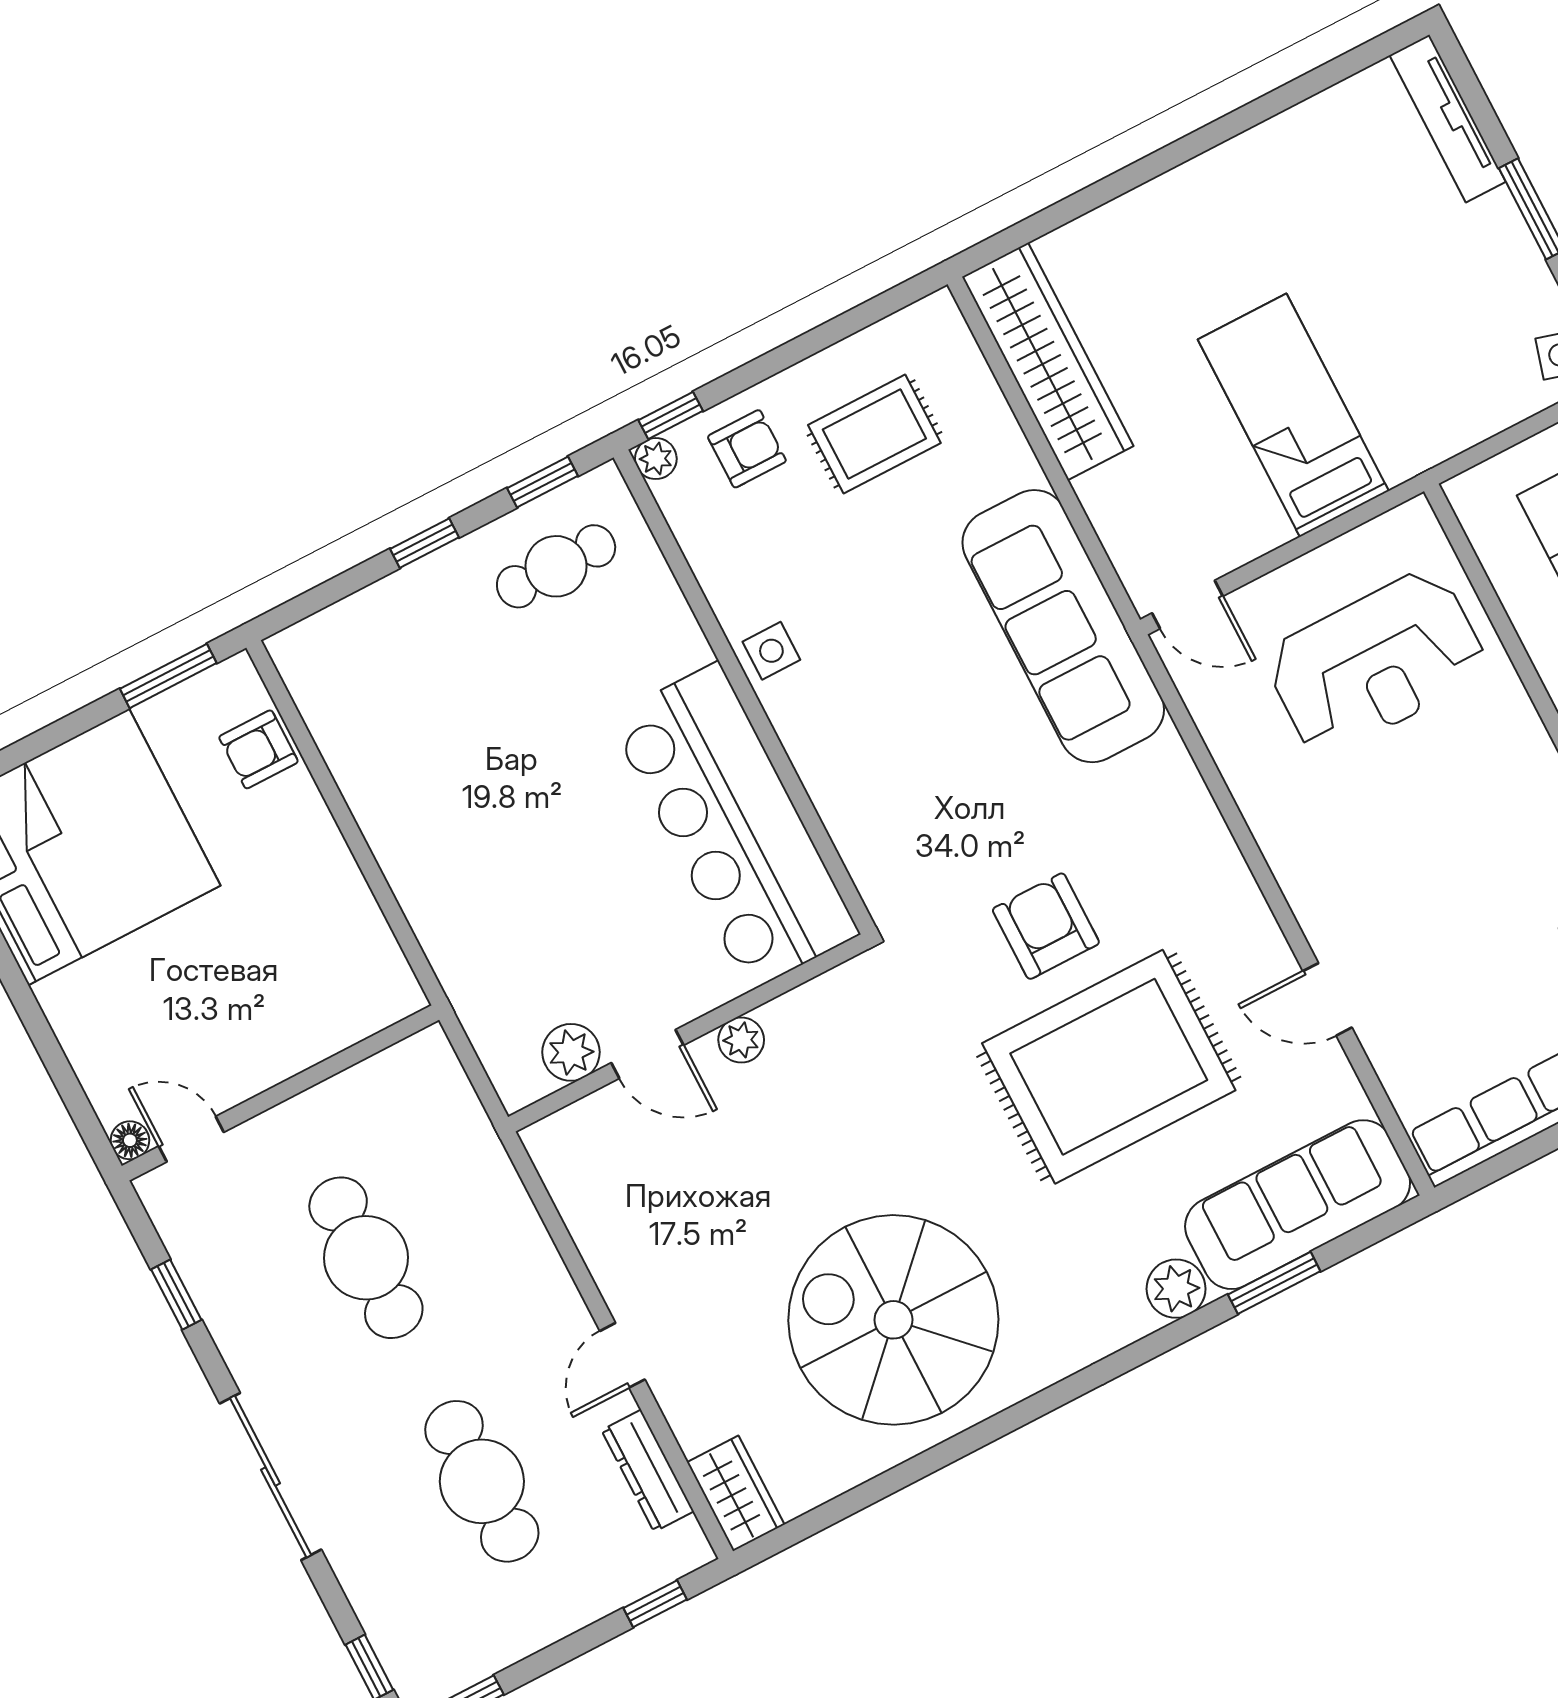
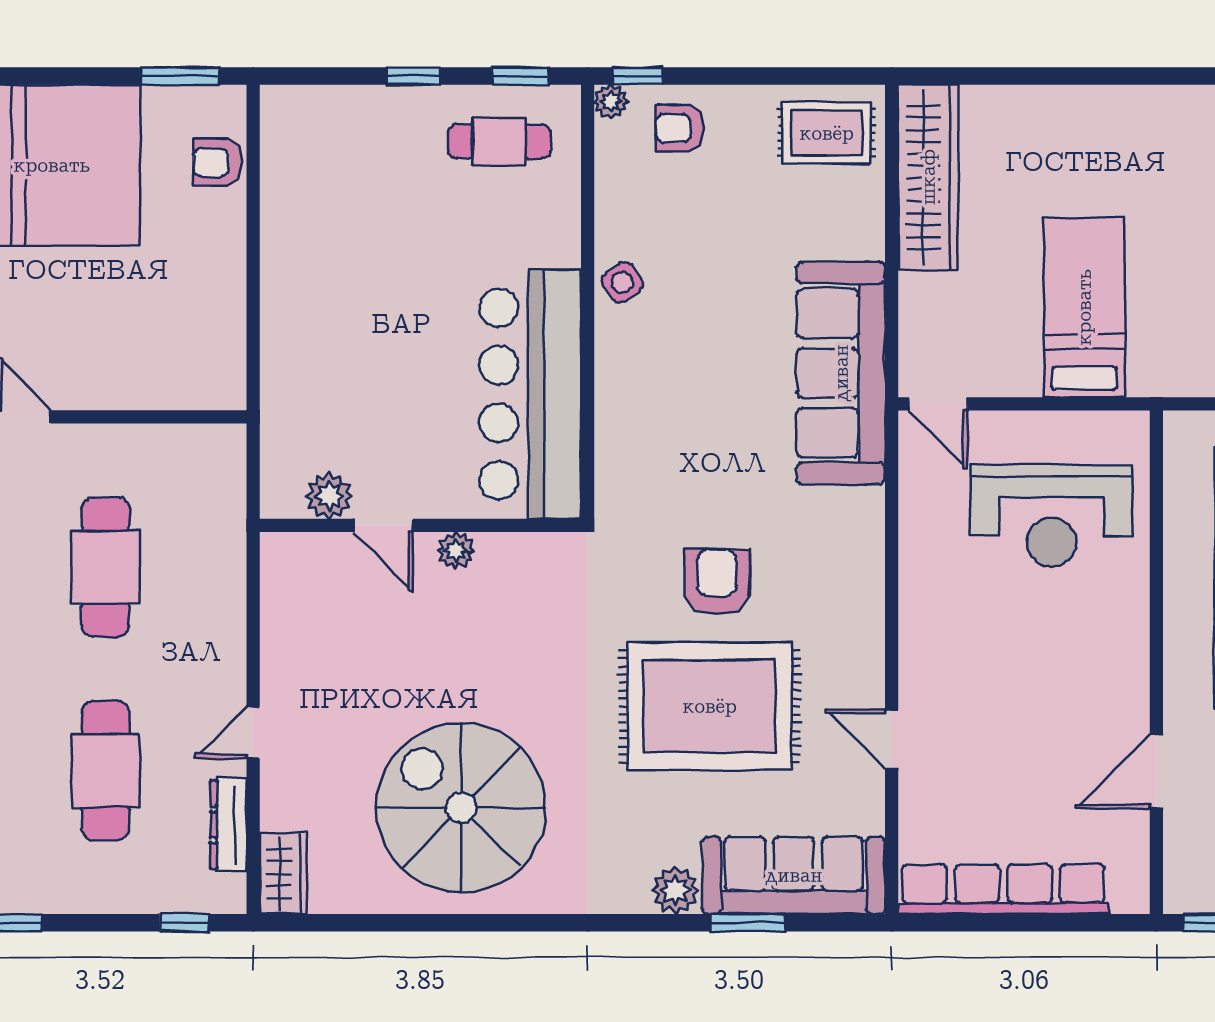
rug: (874, 434) -> (827, 133), moved
armchair: (747, 449) -> (680, 128), turned 180
side table: (771, 651) -> (622, 282), turned -37

